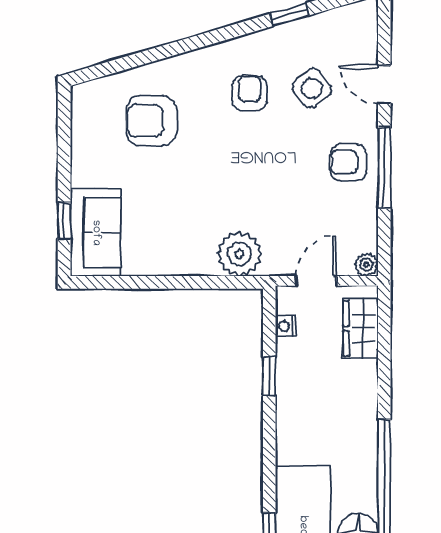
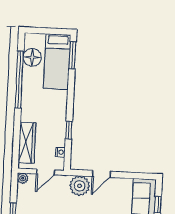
door: (192, 282) -> (101, 174), added
wardrobe: (361, 329) -> (27, 143), width x1.50

